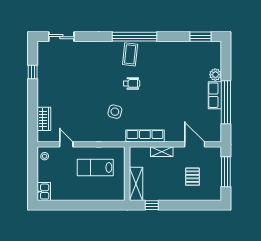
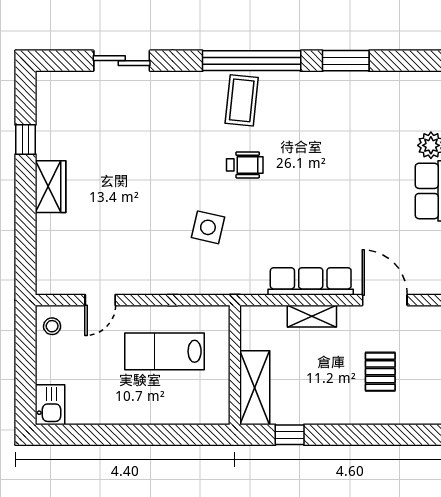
sliding door: (61, 37) -> (122, 61), moved
window: (200, 37) -> (346, 61), moved
wardrobe: (44, 119) -> (51, 187), moved
row of seats: (145, 136) -> (311, 281), moved
door: (66, 144) -> (100, 300), swing flipped

